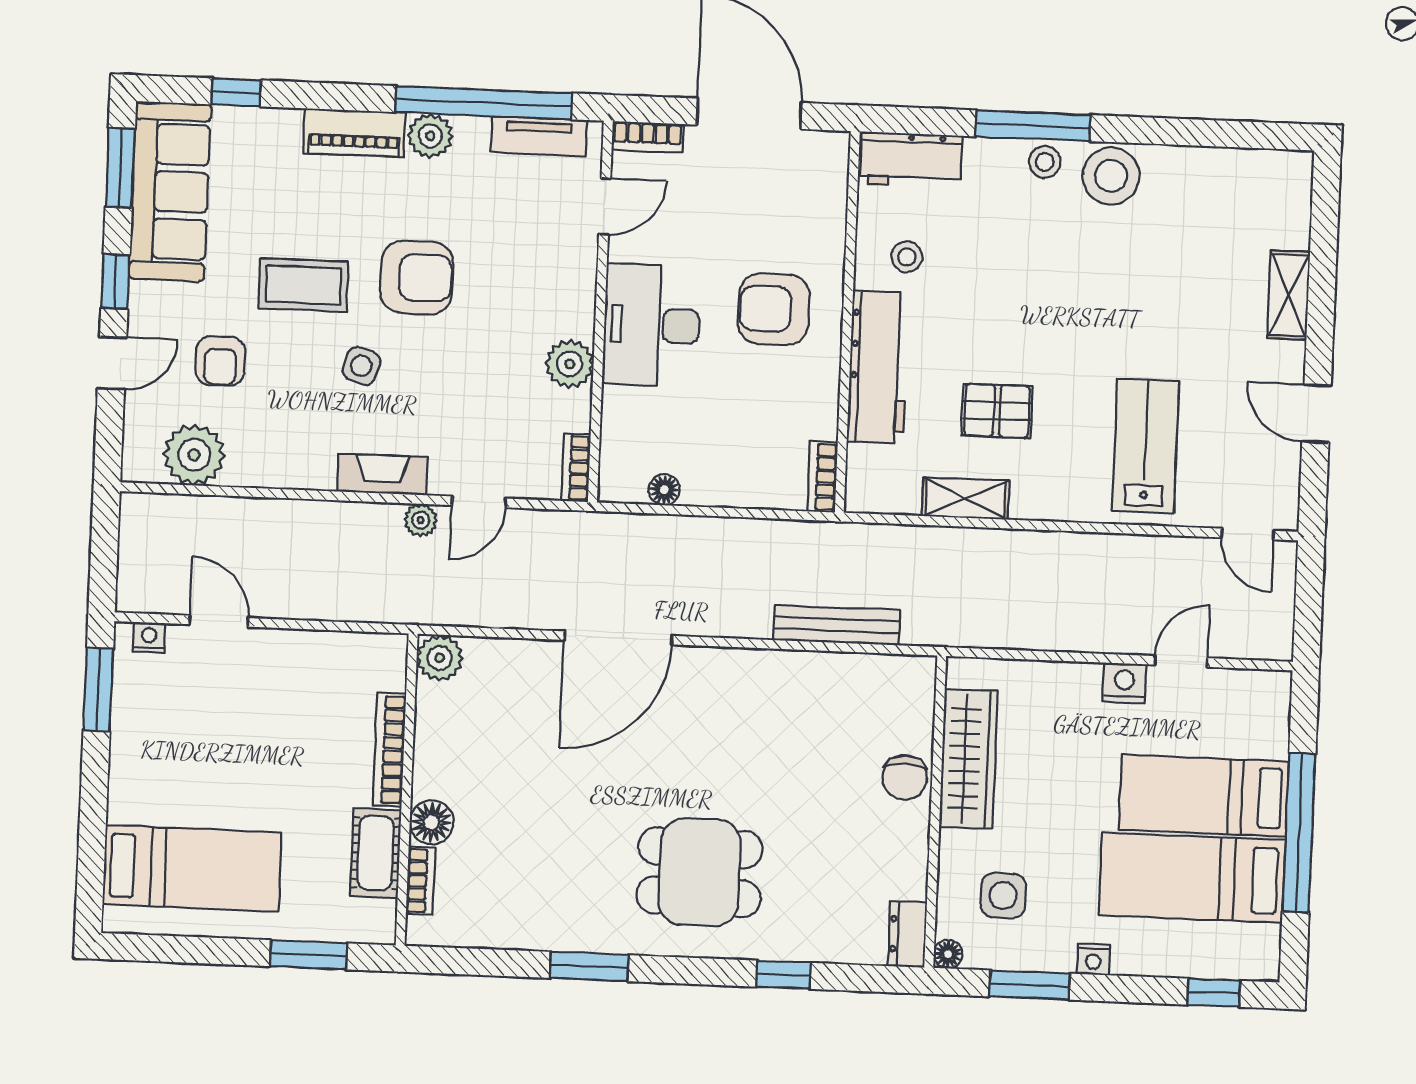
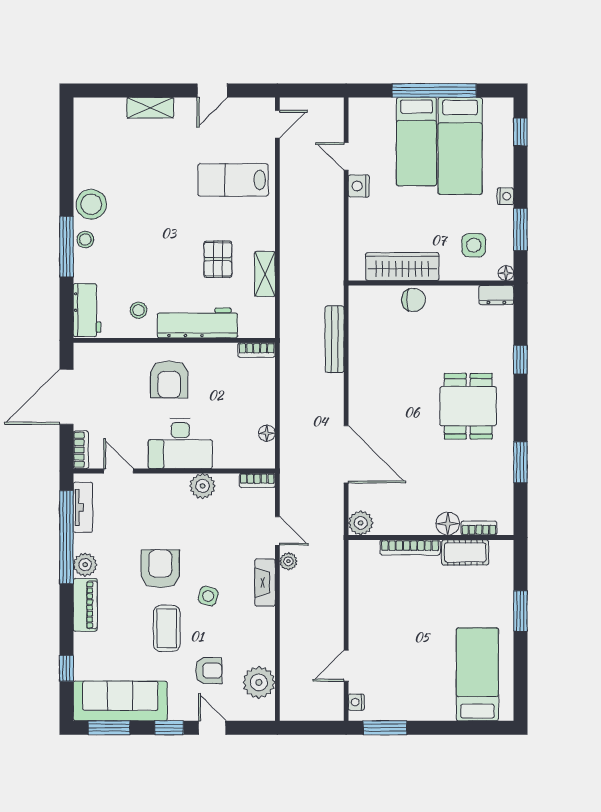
plant: (440, 658) -> (361, 523), moved
bookcase: (389, 749) -> (410, 547), moved
wall: (407, 790) -> (431, 537), moved
floor lamp: (432, 822) -> (448, 524), moved
cot: (376, 853) -> (465, 552), moved
bookcase: (421, 881) -> (479, 528), moved

